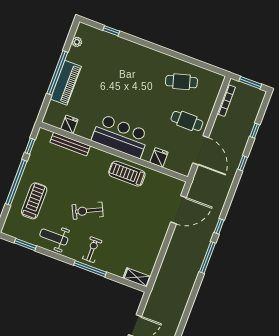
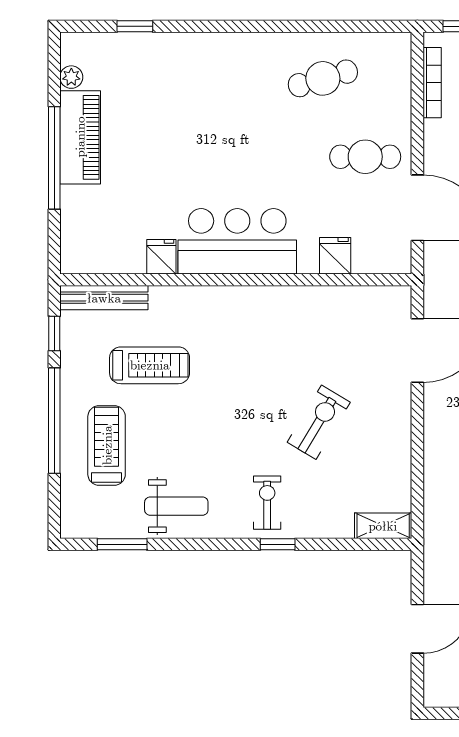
piano: (66, 83) -> (80, 137), moved
fridge: (69, 124) -> (161, 257), moved
bench: (70, 144) -> (104, 298), moved
treadmill: (127, 174) -> (150, 365), moved, turned 180
exercise bike: (88, 211) -> (319, 422), moved, turned 147
weight bench: (54, 237) -> (176, 506), turned 180
window: (90, 269) -> (278, 544), width x0.46

